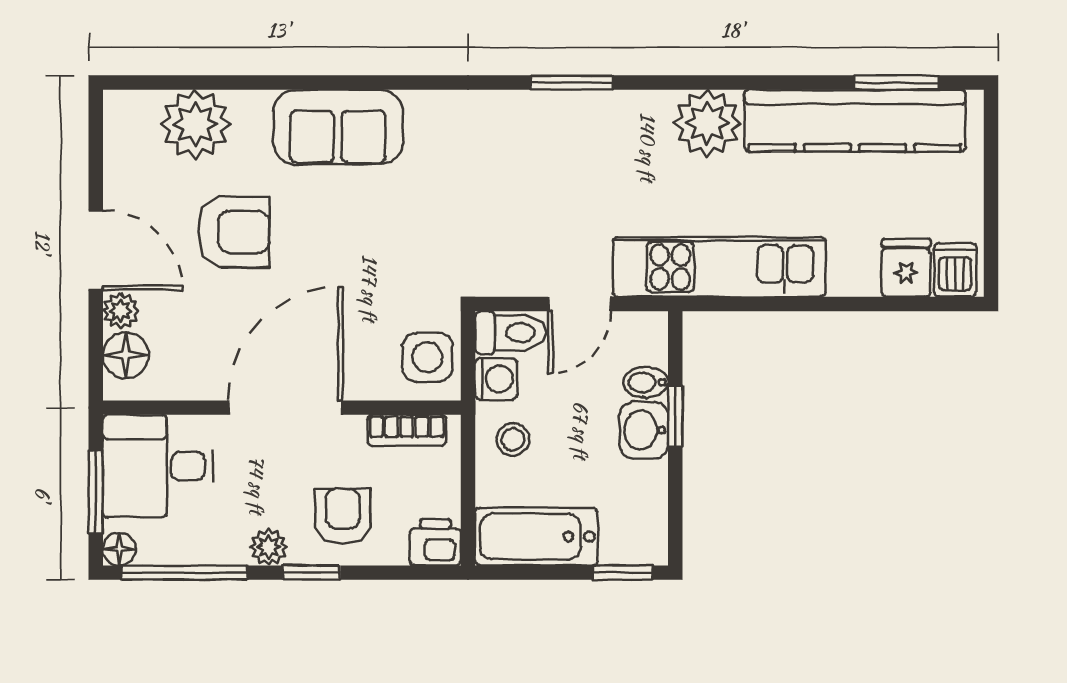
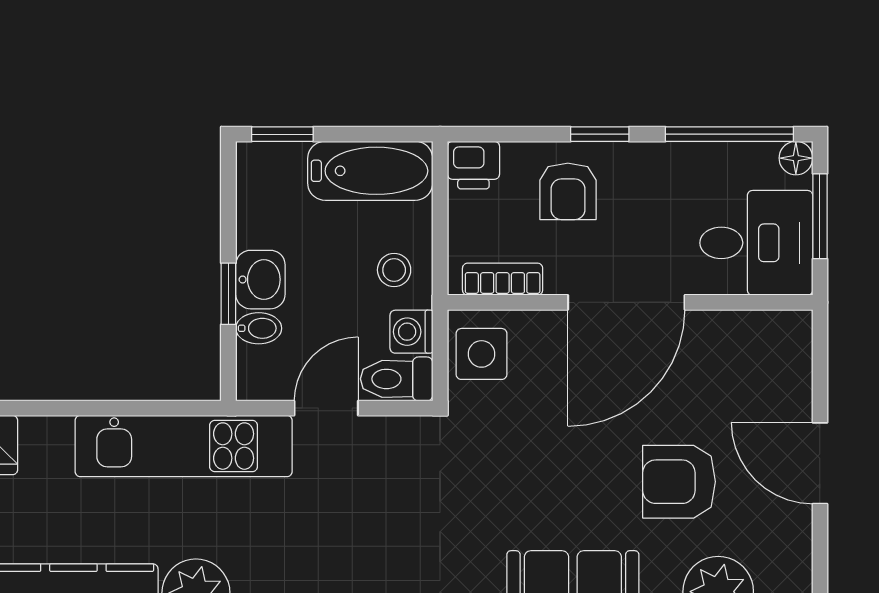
plant: (121, 311) -> (795, 401), removed
floor lamp: (126, 355) -> (789, 356), removed
plant: (269, 547) -> (644, 160), removed

